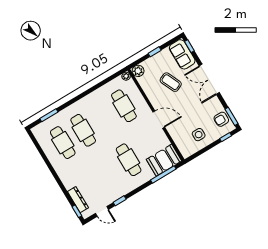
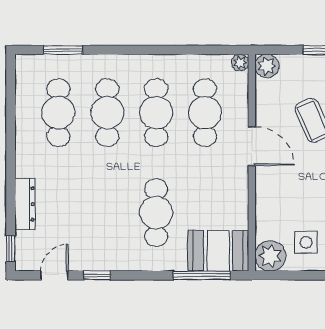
cafe table: (104, 118) -> (156, 113), added
door: (159, 120) -> (252, 146), moved
plant: (187, 149) -> (270, 256), added
dresser: (78, 200) -> (25, 204), moved
door: (102, 211) -> (55, 275), swing flipped

